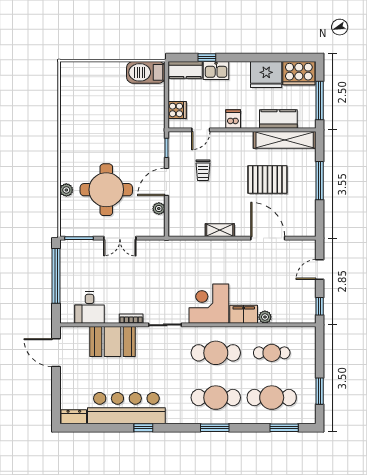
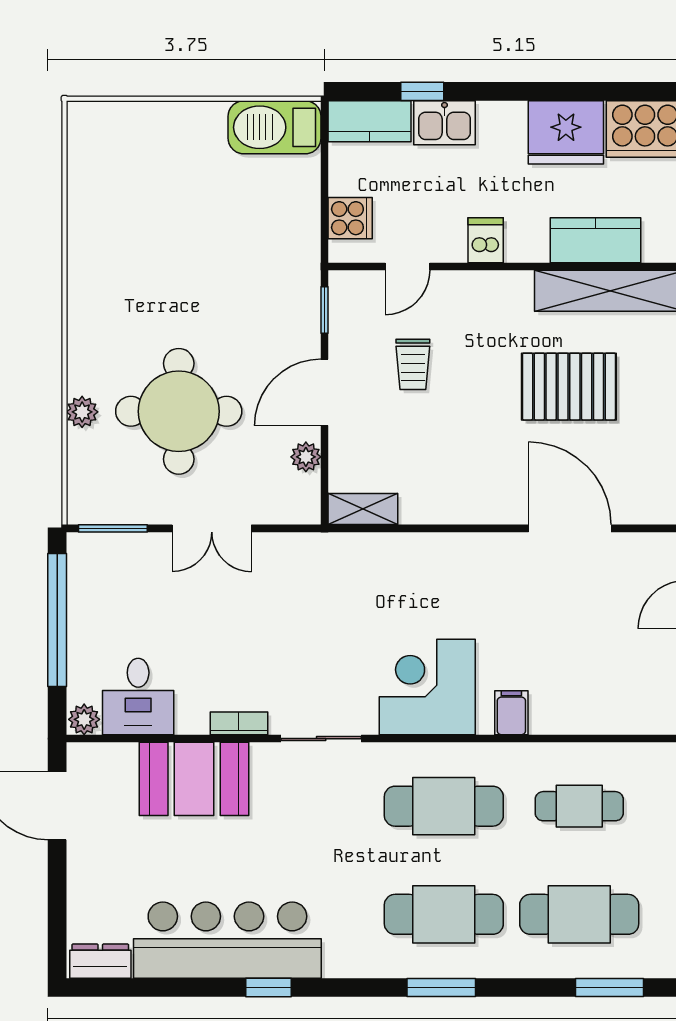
shelving: (220, 230) -> (363, 509), moved
filing cabinet: (244, 314) -> (511, 713), width x0.50
plant: (265, 317) -> (84, 719), moved

